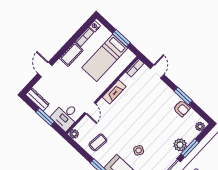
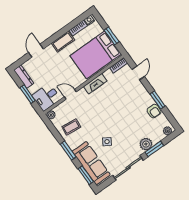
bed: (105, 58) -> (96, 55), width x1.50
door: (90, 108) -> (70, 94), swing flipped

